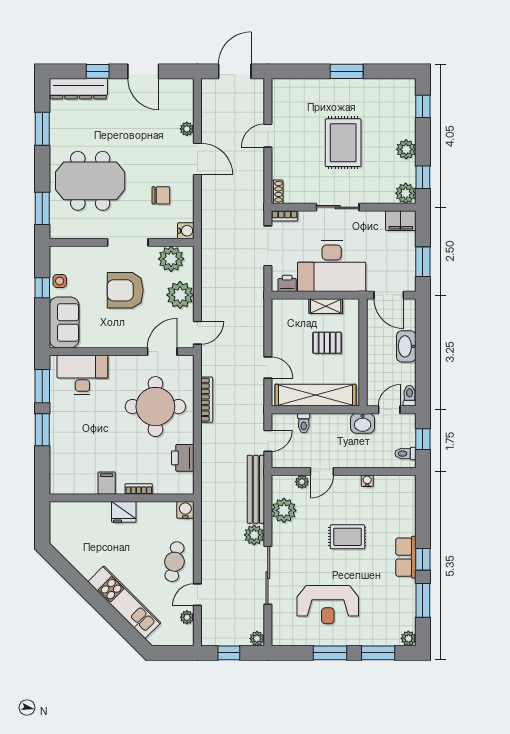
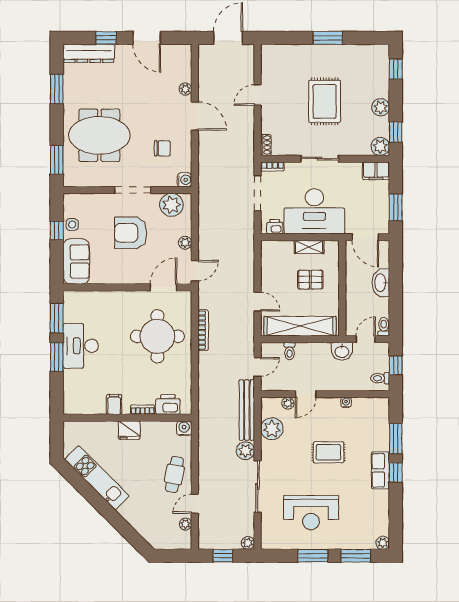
plant: (180, 295) -> (185, 243), width x0.53, depth x0.53
desk: (82, 375) -> (81, 346), moved, turned -90
printer: (183, 458) -> (168, 405), moved, turned 90
window: (423, 600) -> (396, 439), moved
kitchen unit: (124, 602) -> (97, 478), moved

